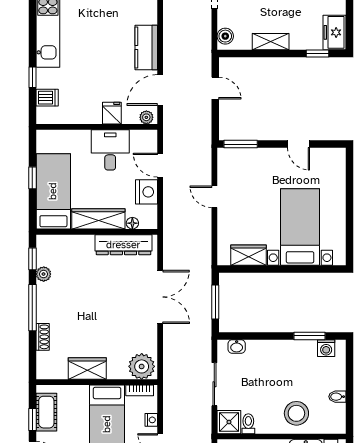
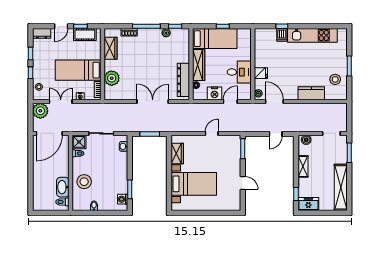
kitchen counter: (146, 48) -> (311, 93), moved
dishwasher: (47, 98) -> (282, 35), moved
door: (299, 144) -> (243, 183), swing flipped
double door: (160, 297) -> (153, 101), swing flipped
plant: (142, 366) -> (112, 78), moved
wardrobe: (87, 368) -> (111, 48), moved

